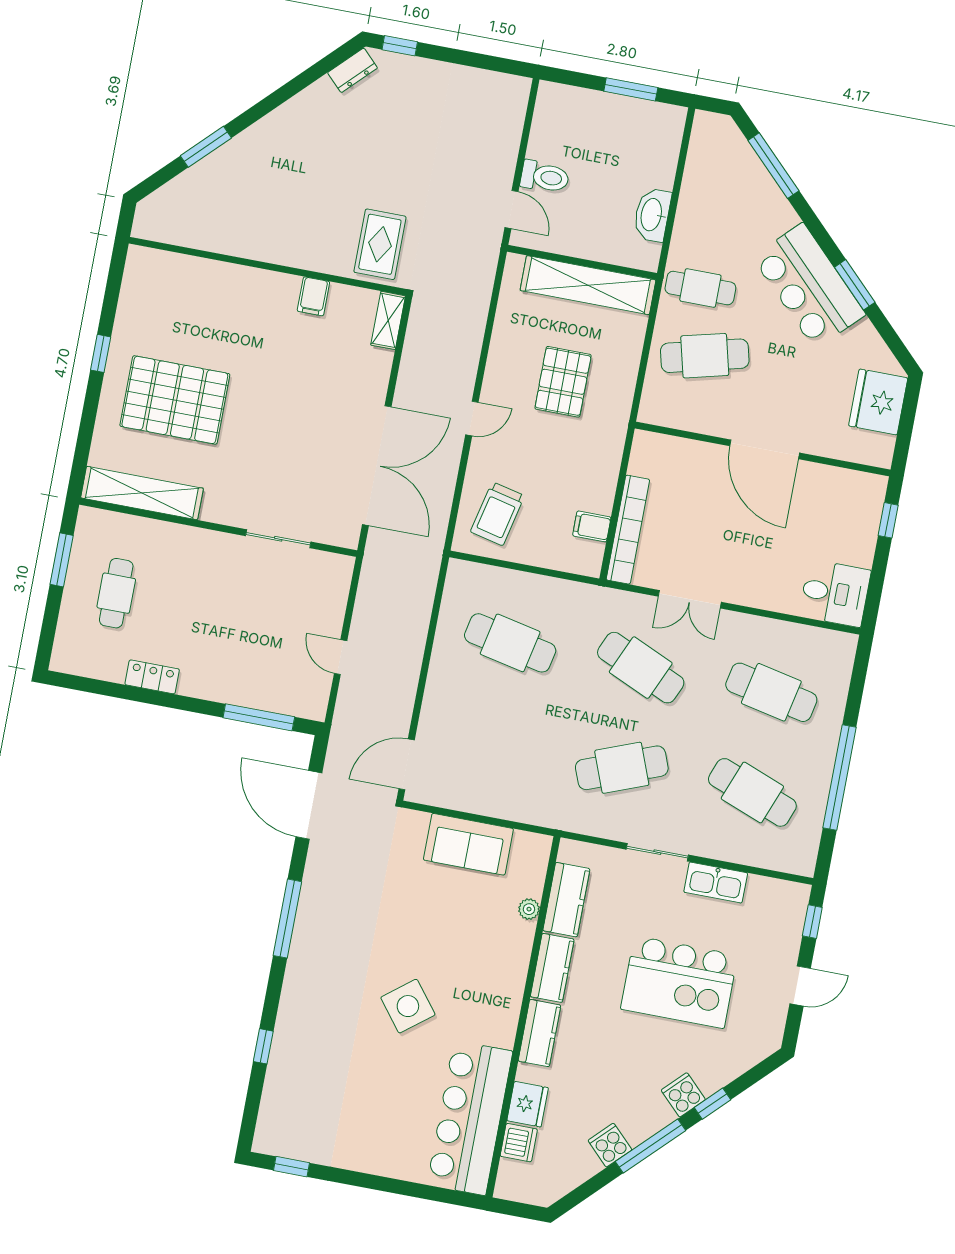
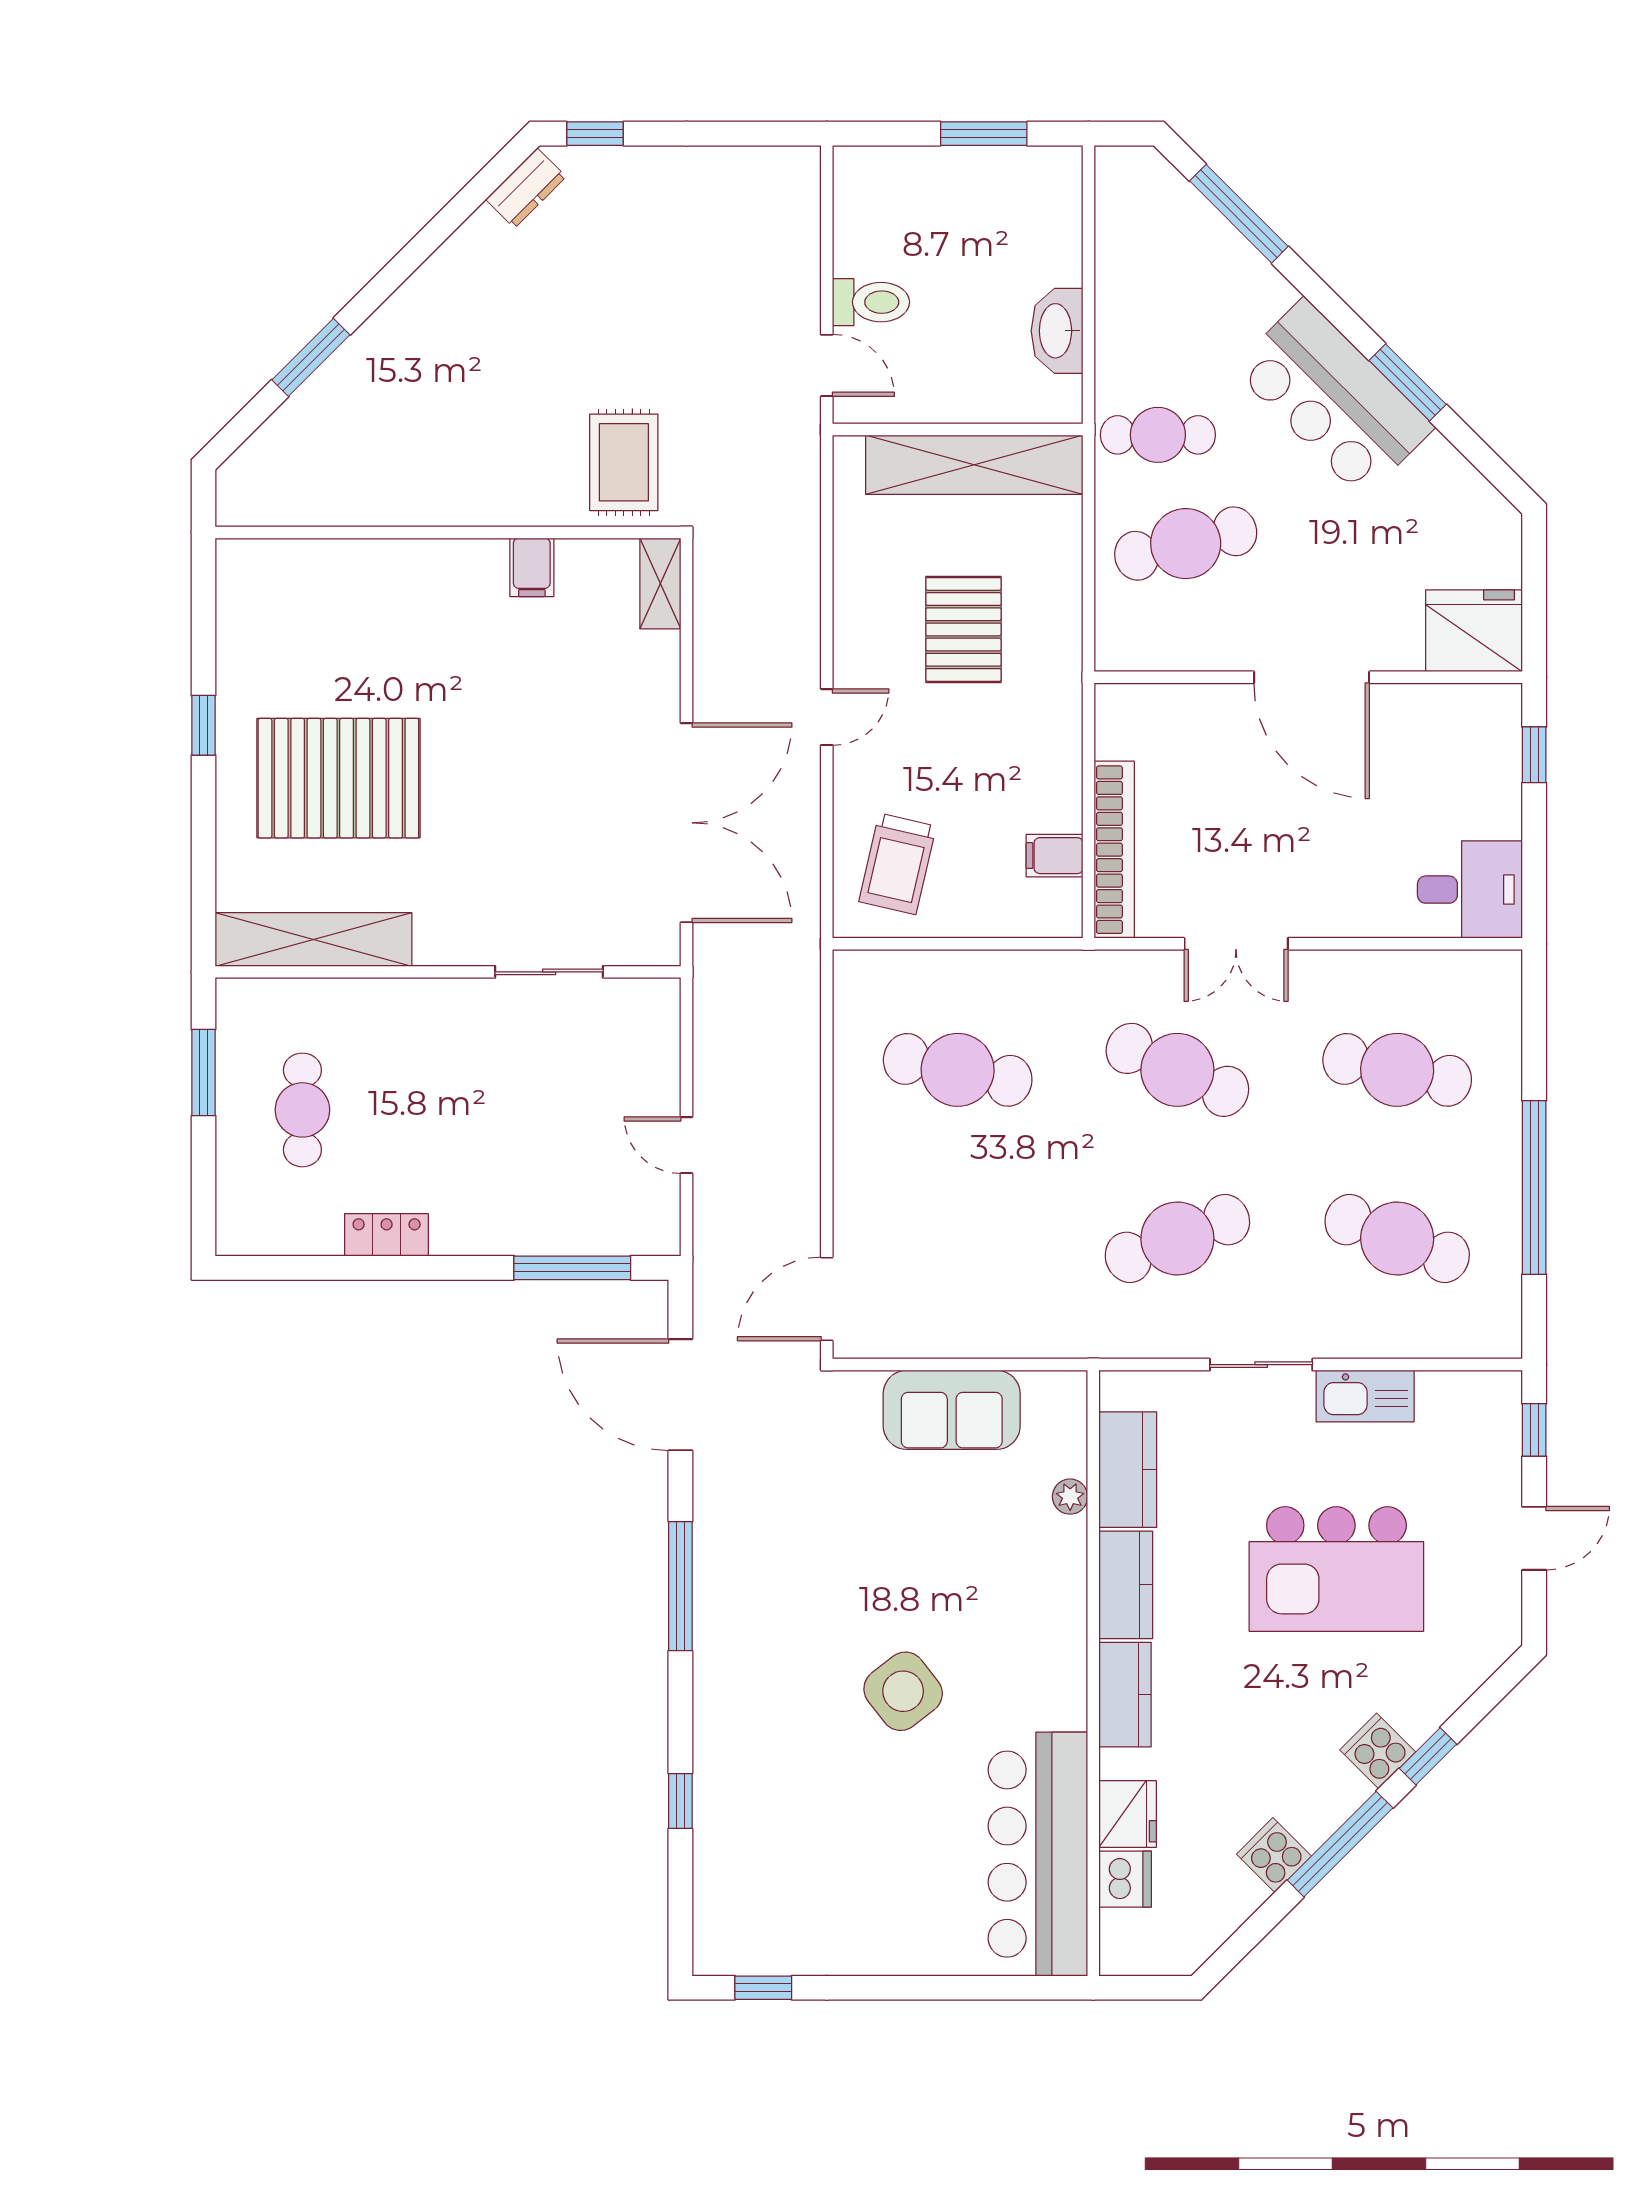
fridge: (878, 402) -> (1474, 631), moved, turned 90

